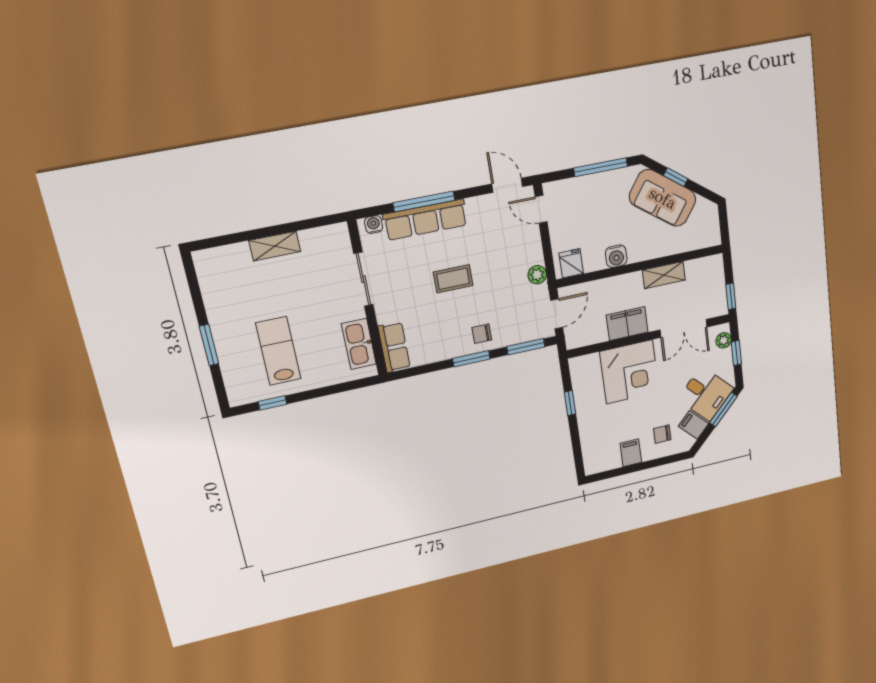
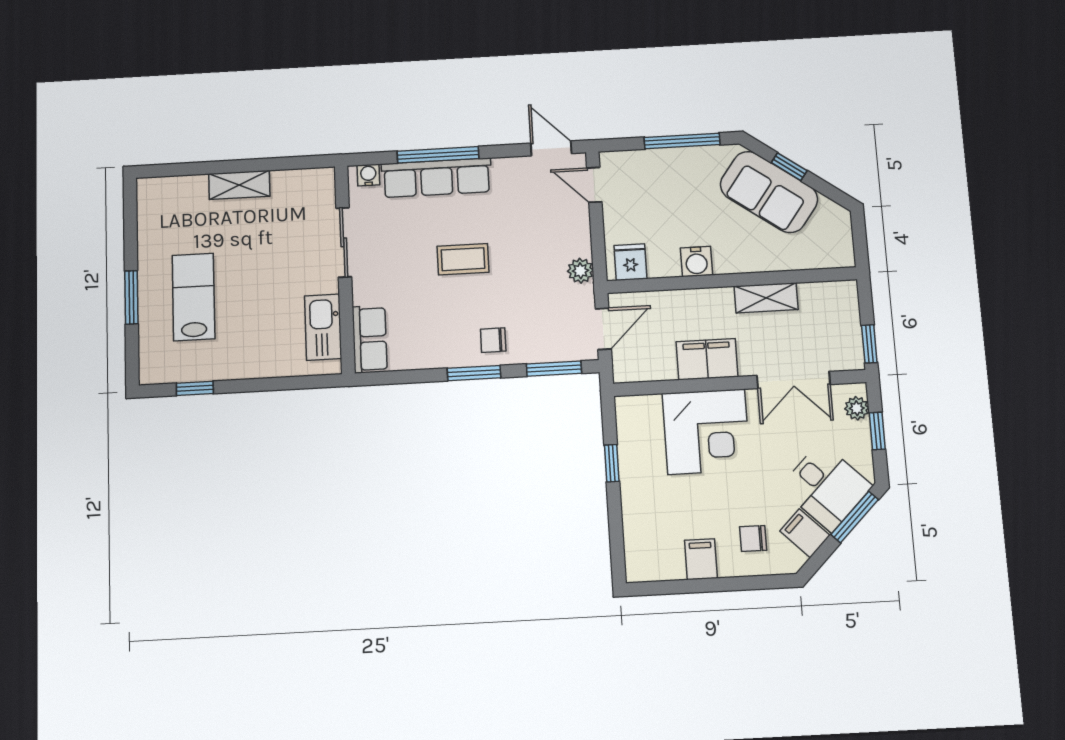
lab bench: (278, 351) -> (194, 297), moved

